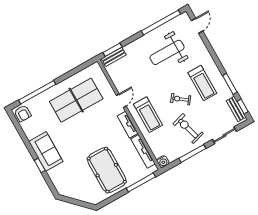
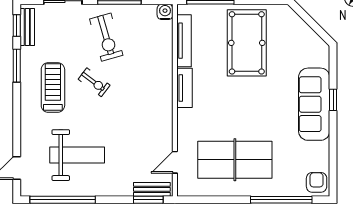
door: (121, 101) -> (175, 162), moved
treadmill: (148, 115) -> (150, 86), removed
sofa: (46, 151) -> (314, 104), width x1.36

